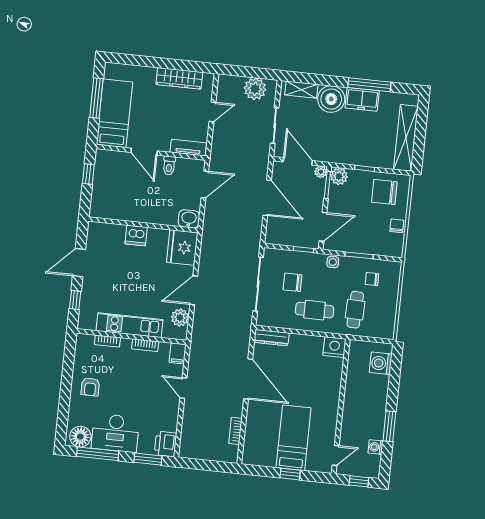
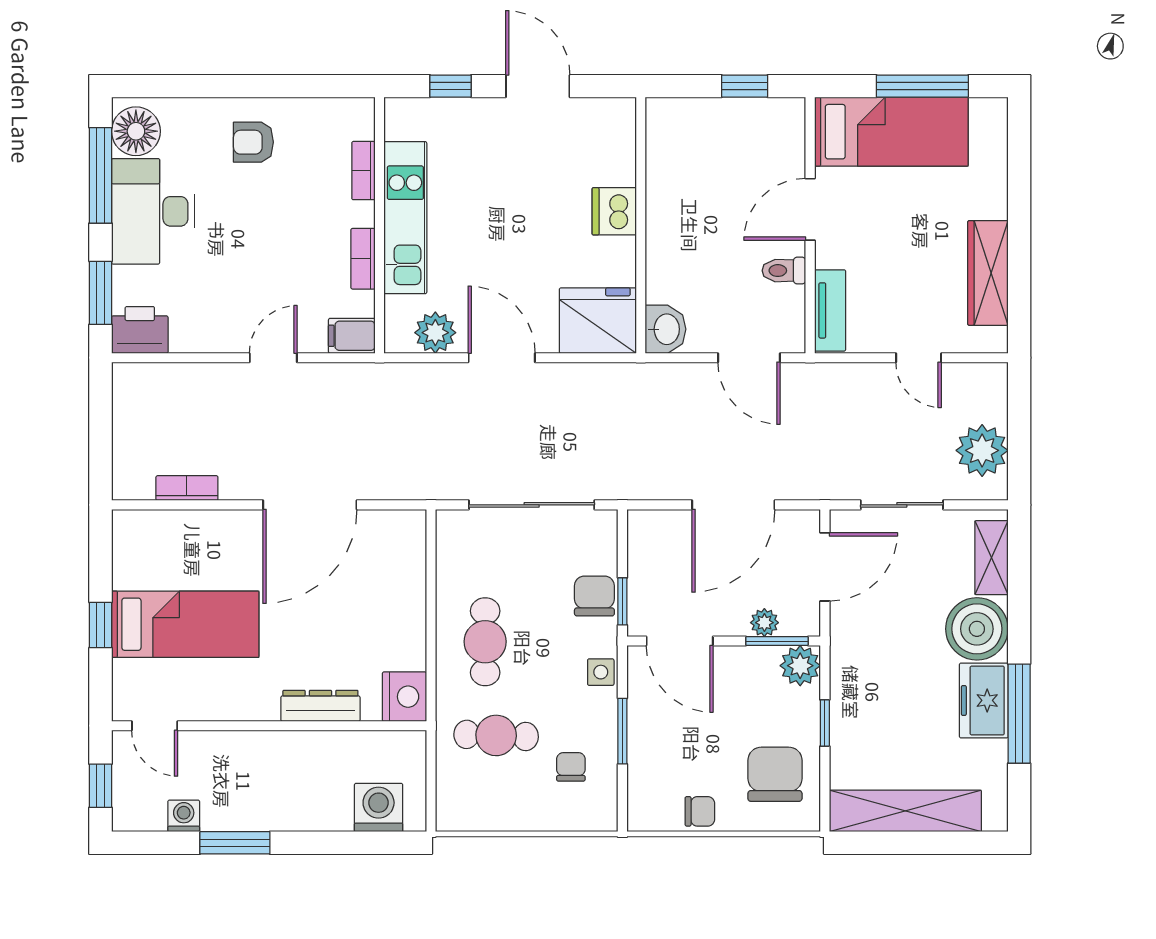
plant: (321, 172) -> (764, 623), moved
chair: (292, 282) -> (594, 596), moved
dresser: (271, 338) -> (320, 706), moved, turned 90

